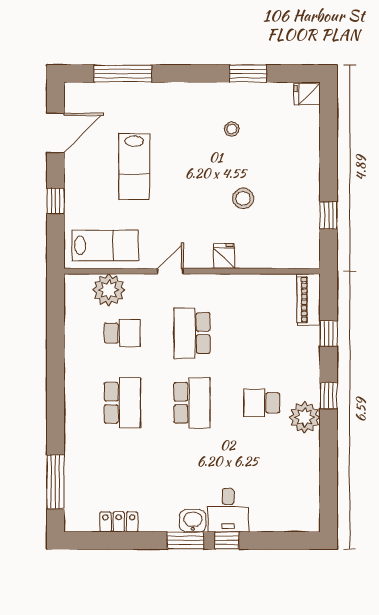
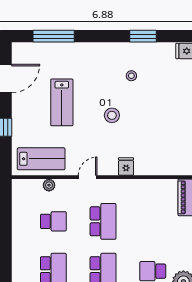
stool: (243, 198) -> (112, 115), moved
plant: (109, 290) -> (49, 185), width x0.53, depth x0.53
school desk: (192, 333) -> (103, 221), turned 180

